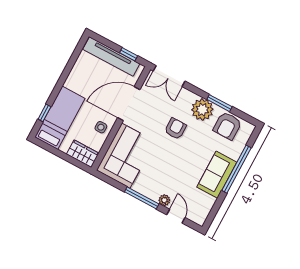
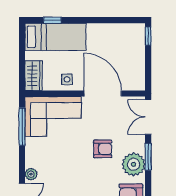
window: (129, 54) -> (148, 36), moved
tv unit: (111, 57) -> (137, 54), removed
window: (219, 103) -> (148, 157), moved
window: (142, 198) -> (22, 127), moved

